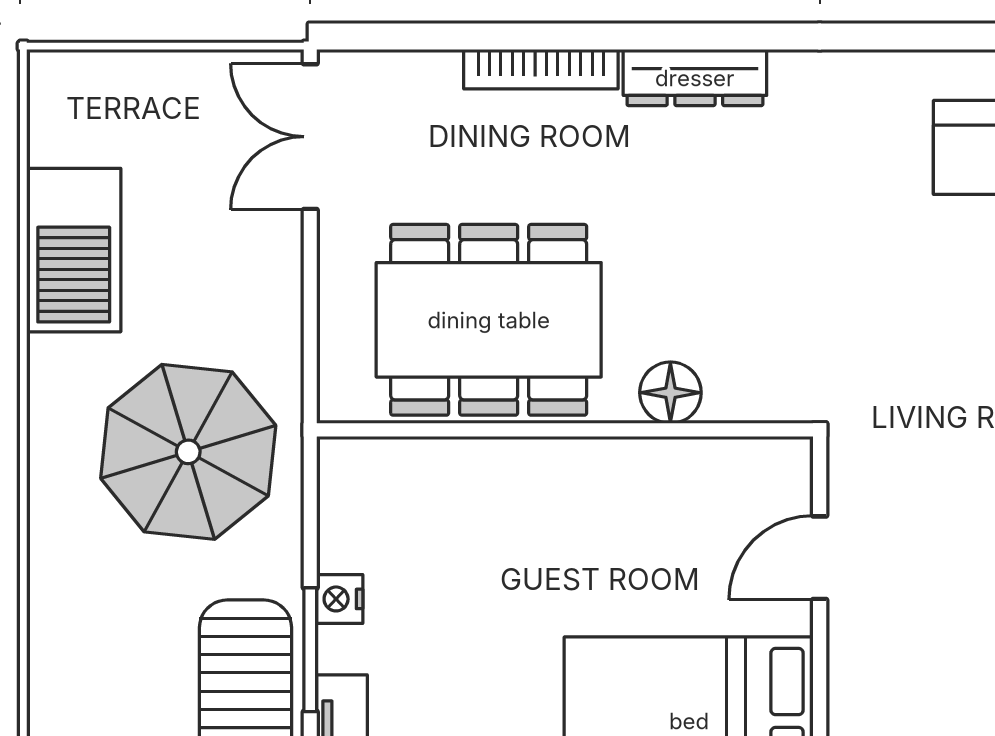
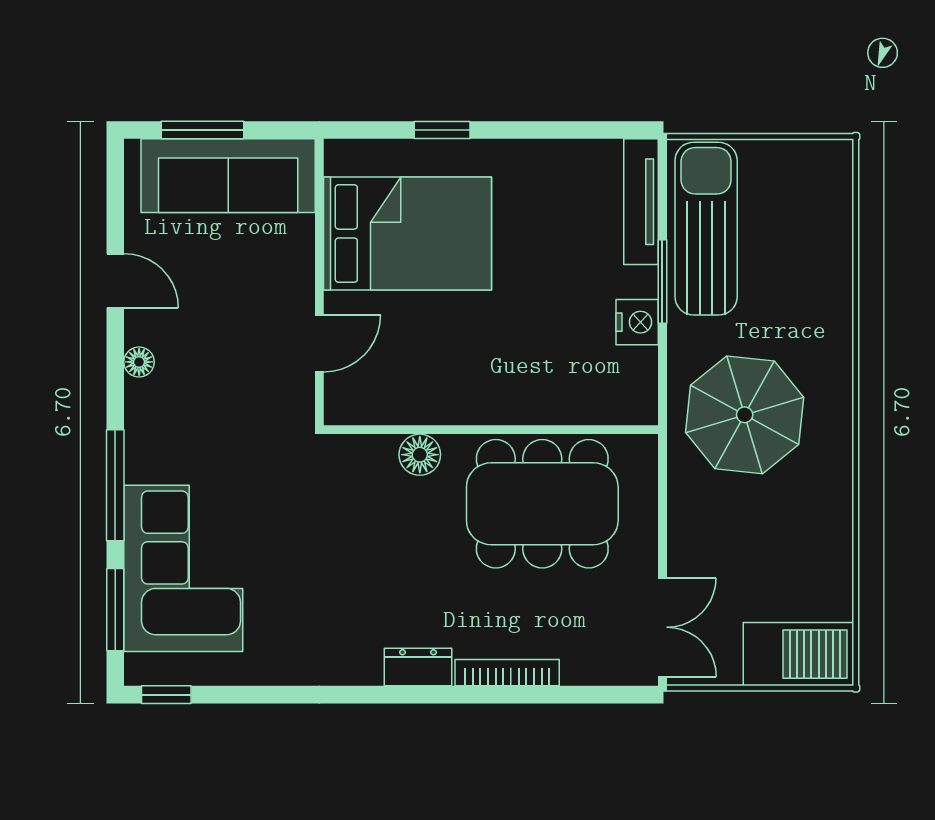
dresser: (695, 78) -> (418, 667), width x0.70
barbecue: (74, 250) -> (798, 654), moved, turned 90
nightstand: (340, 599) -> (637, 322), width x1.39, depth x1.35

